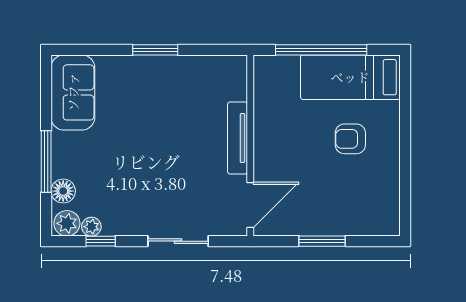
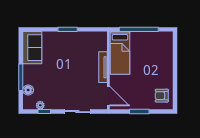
bed: (350, 77) -> (120, 53), moved, turned -90
armchair: (350, 139) -> (162, 96), moved
door: (250, 205) -> (108, 96), hinge flipped
plant: (67, 223) -> (30, 104), removed

